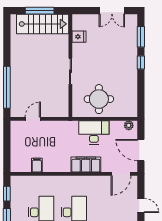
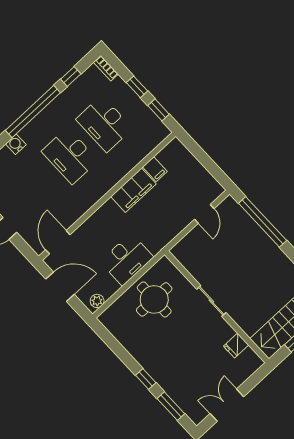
filing cabinet: (86, 165) -> (133, 190), moved

